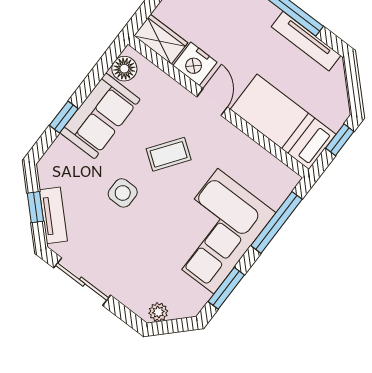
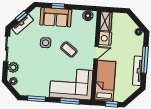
sofa: (100, 116) -> (56, 17), moved
window: (276, 222) -> (70, 101), width x0.69
corner sofa: (216, 231) -> (71, 84), moved
plant: (130, 293) -> (13, 67), added

